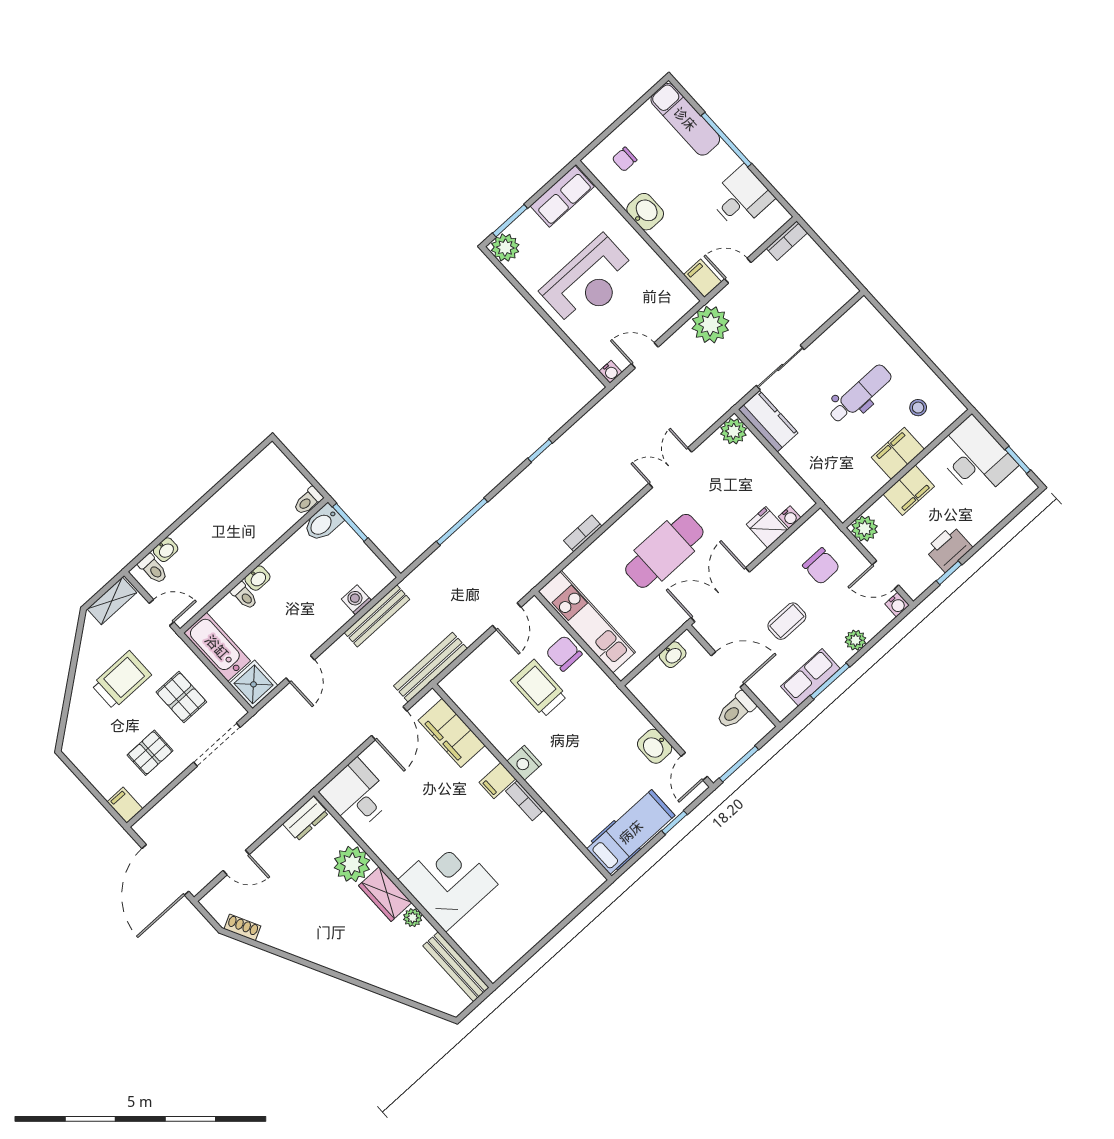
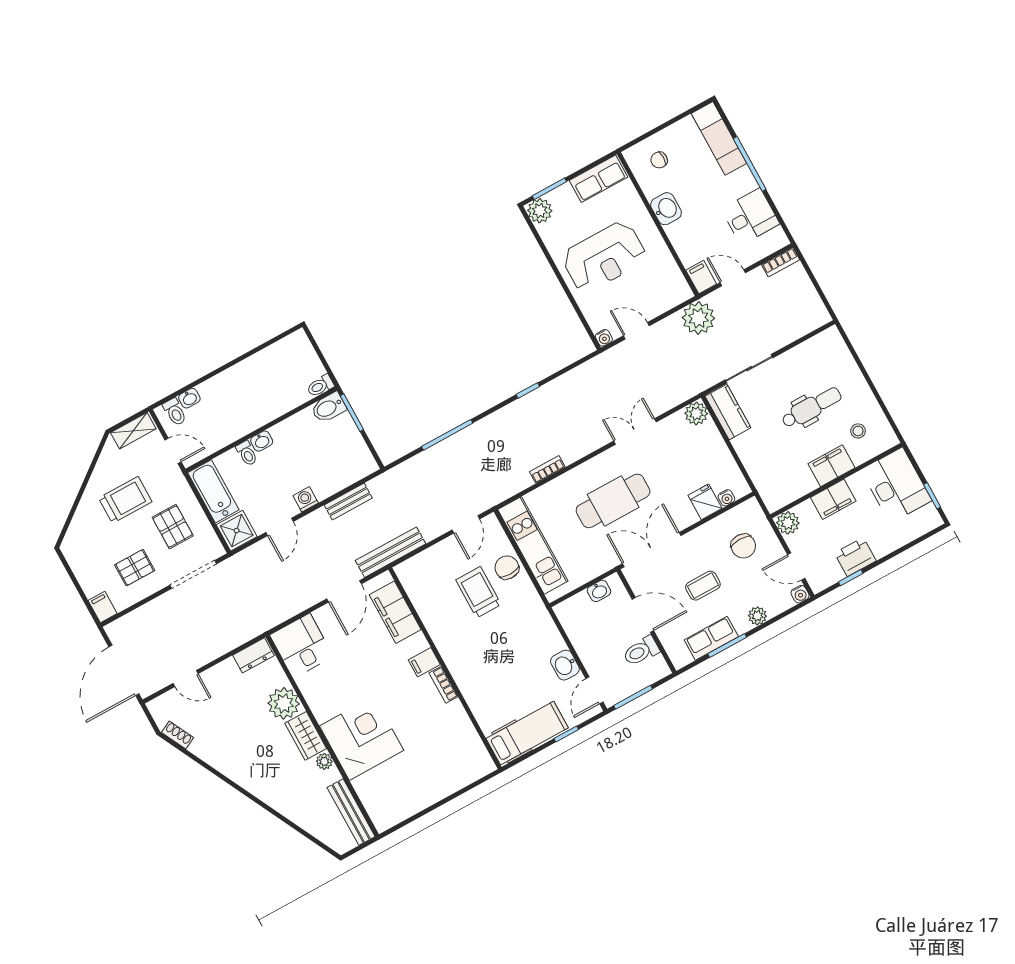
washing machine: (356, 600) -> (306, 499), moved
bench: (377, 616) -> (348, 502), width x0.73
nightstand: (524, 763) -> (451, 652), removed

